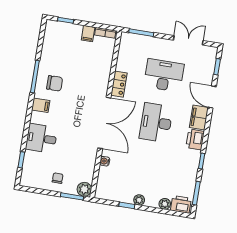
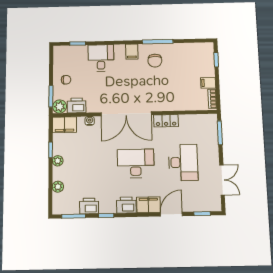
printer: (86, 172) -> (77, 105), added
filing cabinet: (104, 187) -> (64, 125), added
printer: (181, 204) -> (89, 206), moved, turned -90

